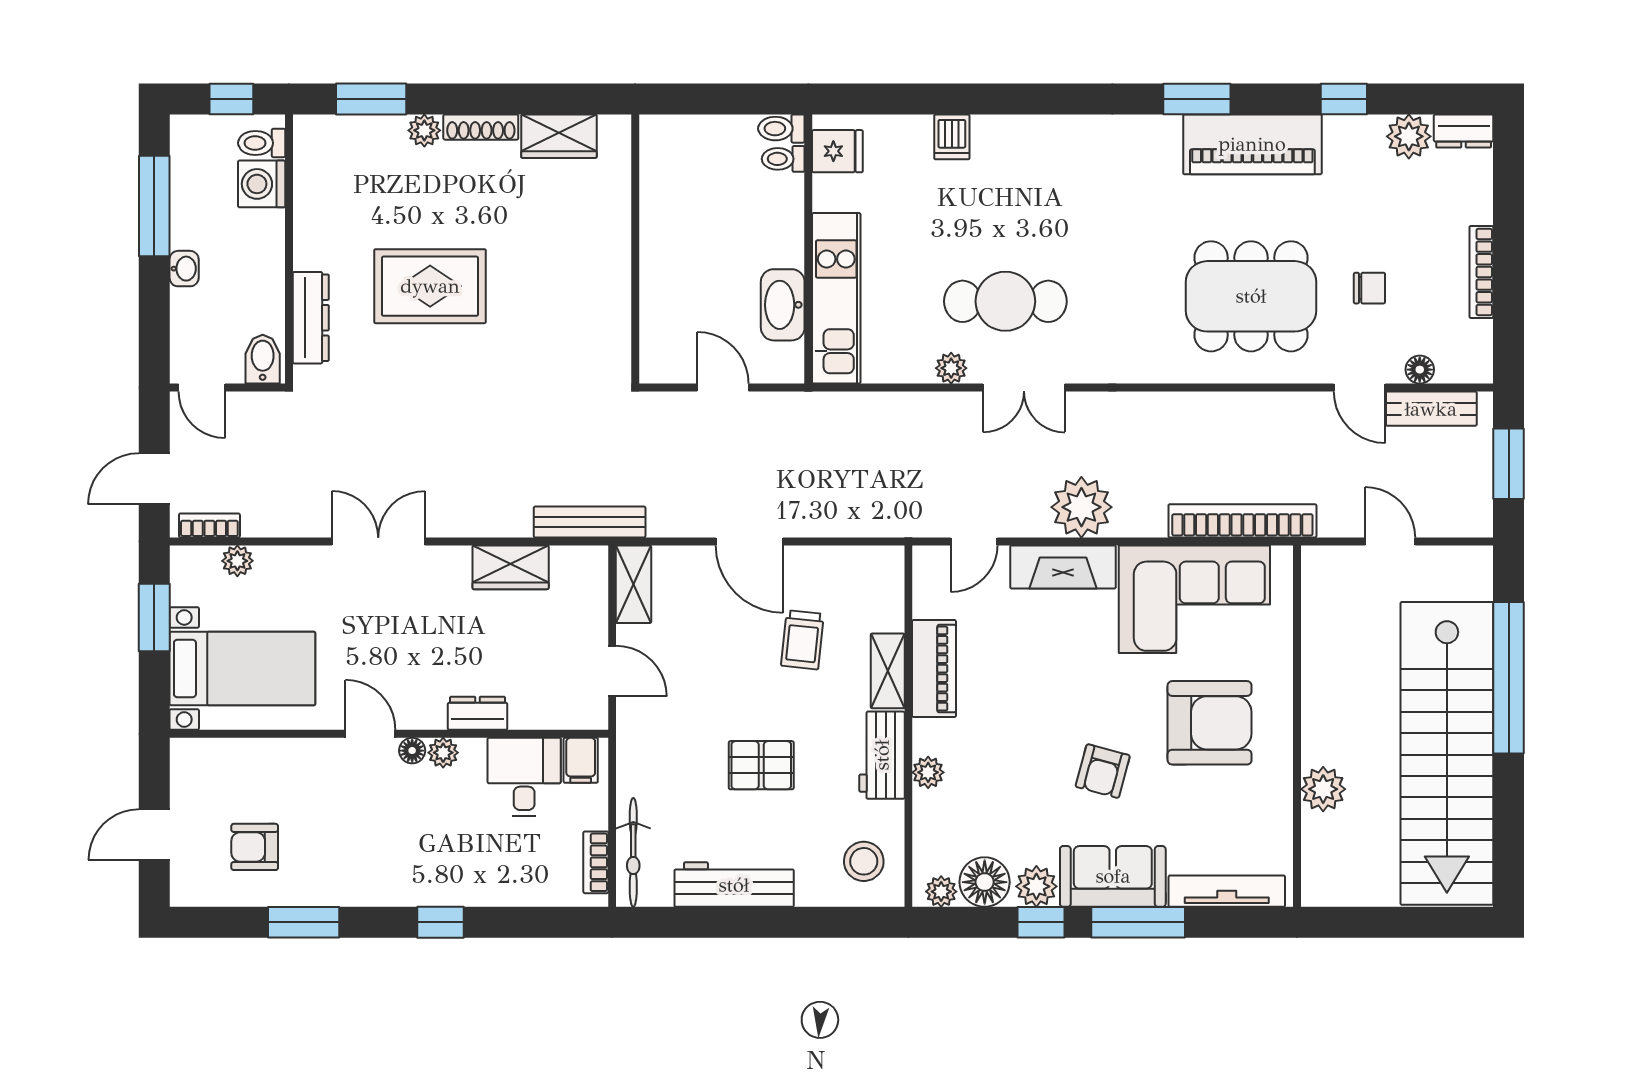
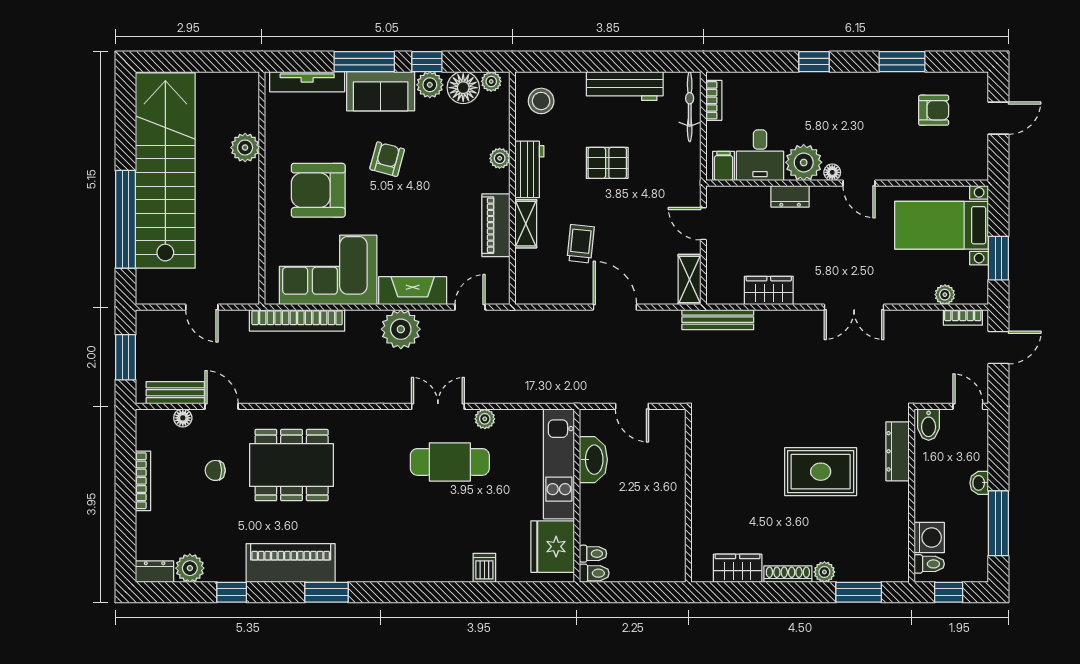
fridge: (837, 151) -> (553, 547), width x1.88, depth x1.34
plant: (443, 753) -> (804, 162), width x1.88, depth x1.88

